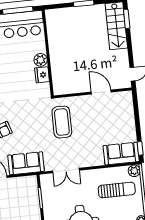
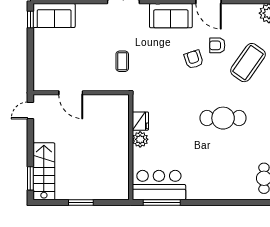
coffee table: (62, 122) -> (122, 61), width x0.54, depth x0.58

